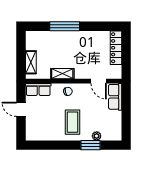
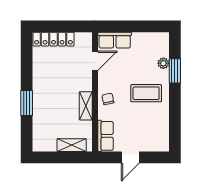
window: (65, 26) -> (27, 103), width x0.69

